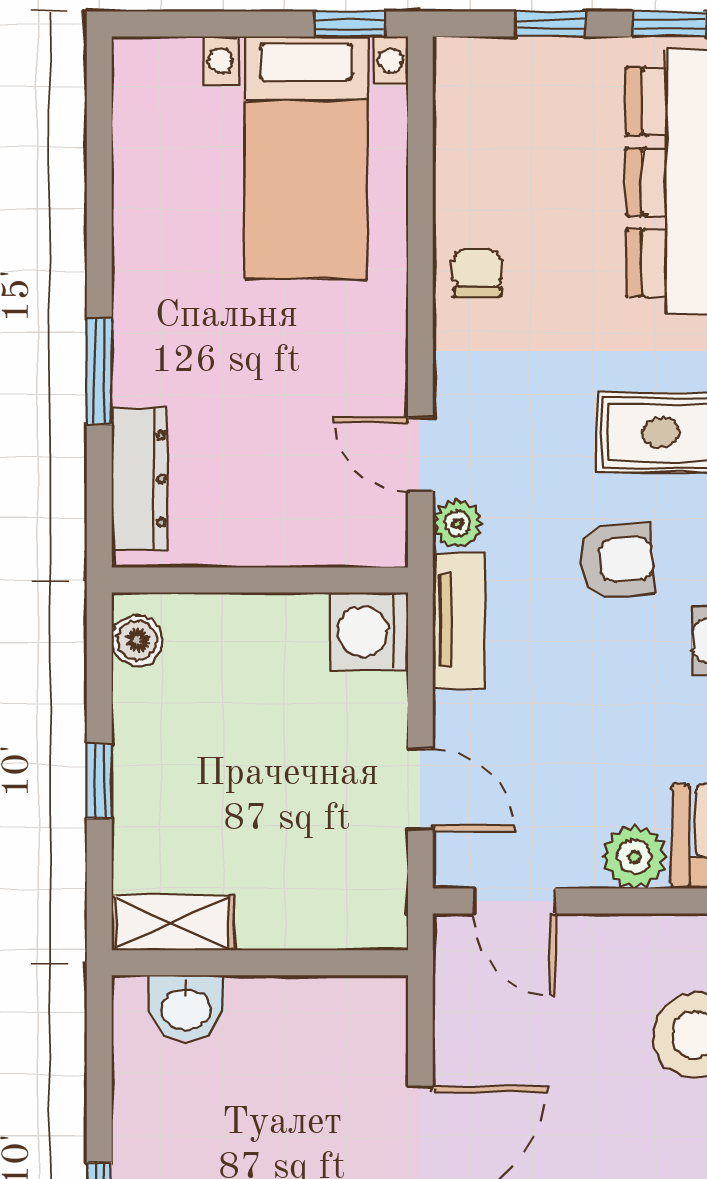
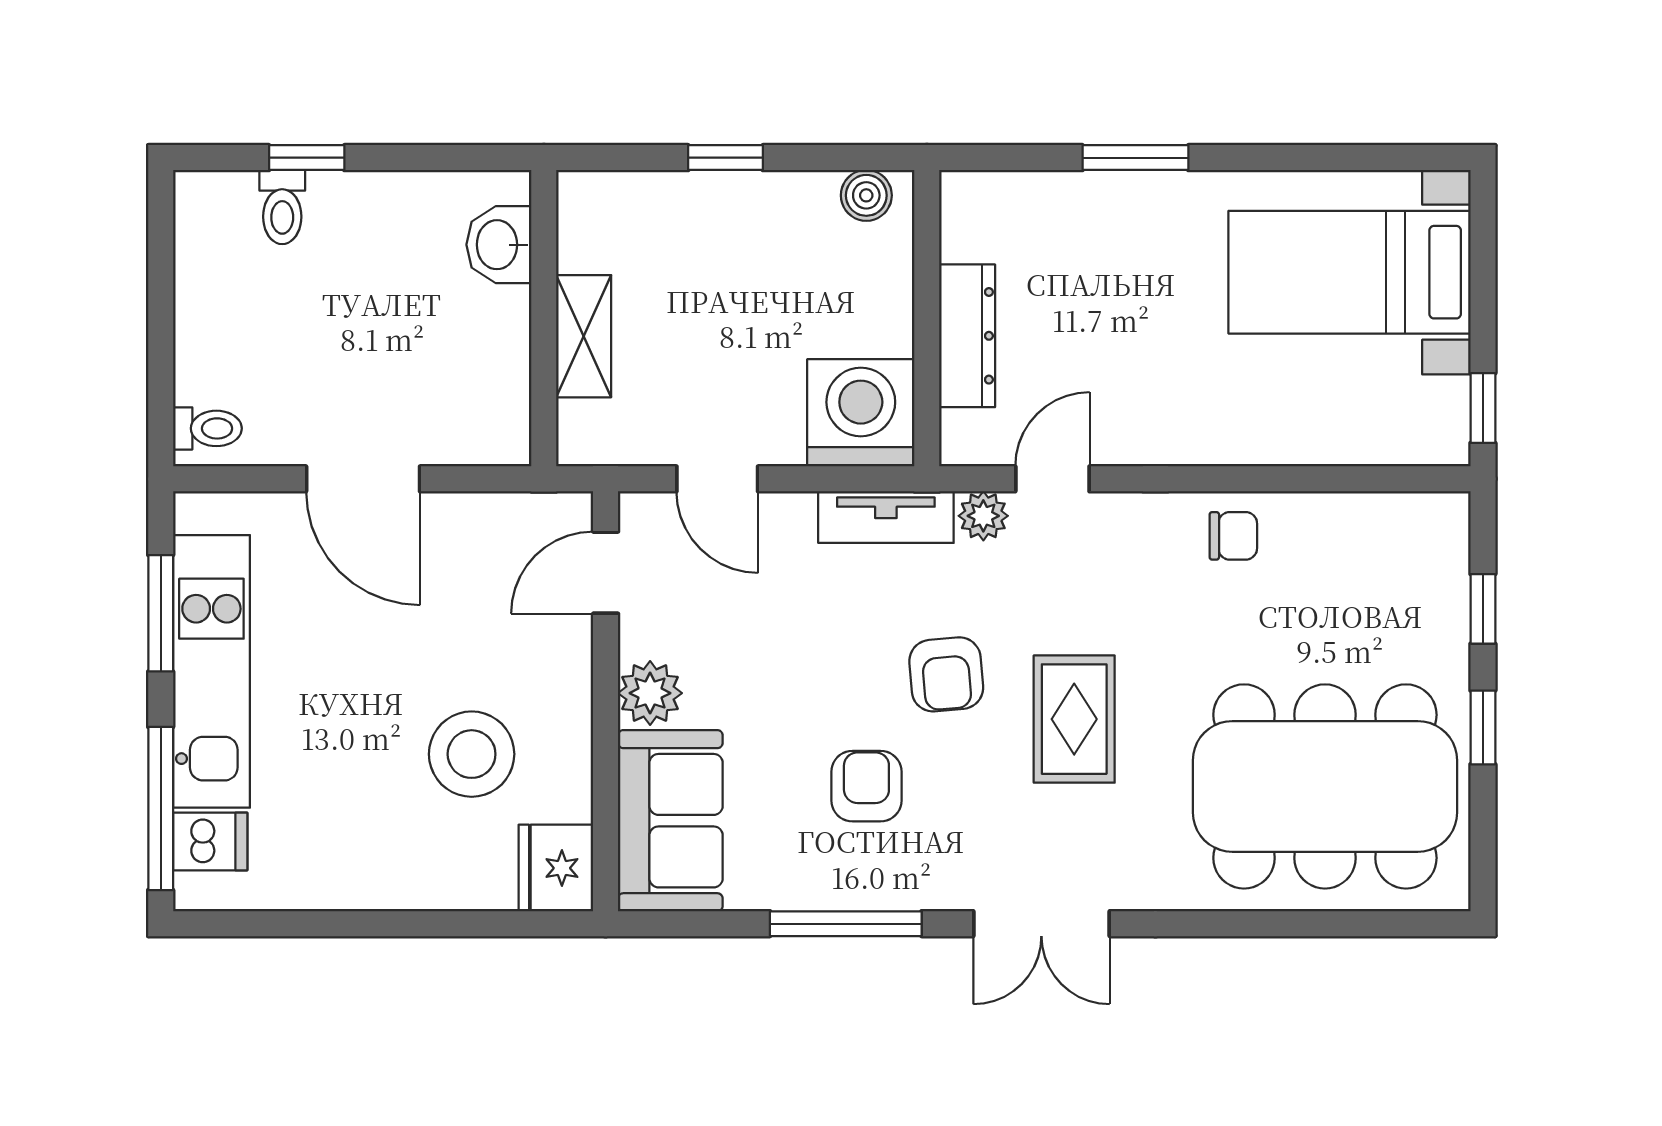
bed with nightstands: (306, 157) -> (1350, 272), moved
dresser: (140, 479) -> (967, 336), moved, turned -90
washing machine: (369, 631) -> (861, 413), width x1.37, depth x1.37
door: (420, 789) -> (717, 479), hinge flipped
shelving: (173, 923) -> (584, 336), moved

